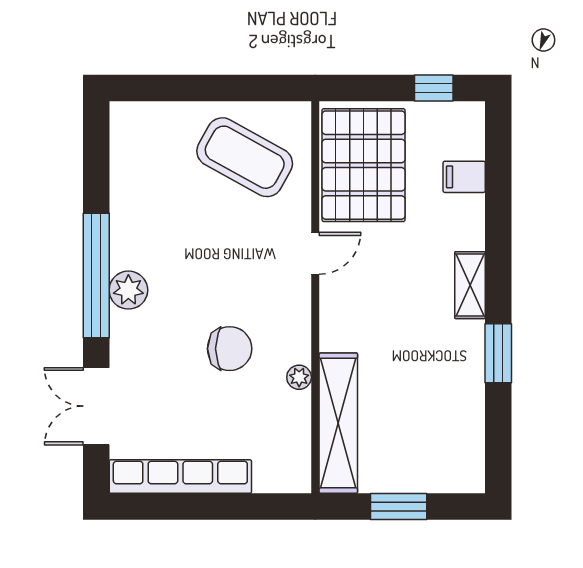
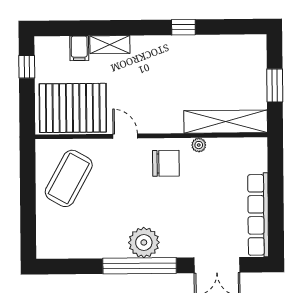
shelving: (470, 285) -> (110, 45), moved
plant: (128, 290) -> (144, 242), width x1.36, depth x1.36
chair: (230, 349) -> (166, 163), moved, turned 90
window: (498, 353) -> (183, 27), width x0.67

